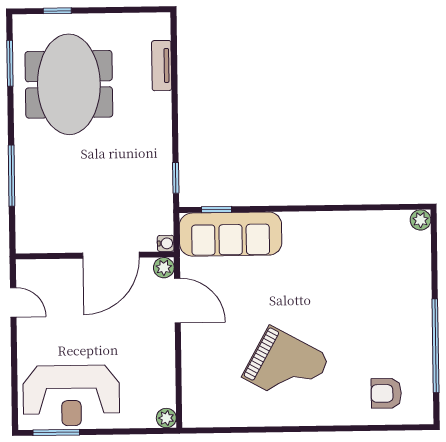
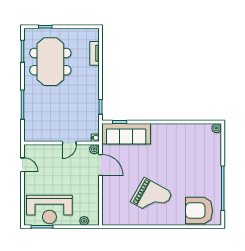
door: (111, 255) -> (69, 143), width x0.53
armchair: (386, 393) -> (199, 211), width x1.88, depth x1.88
plant: (166, 418) -> (84, 221), moved

